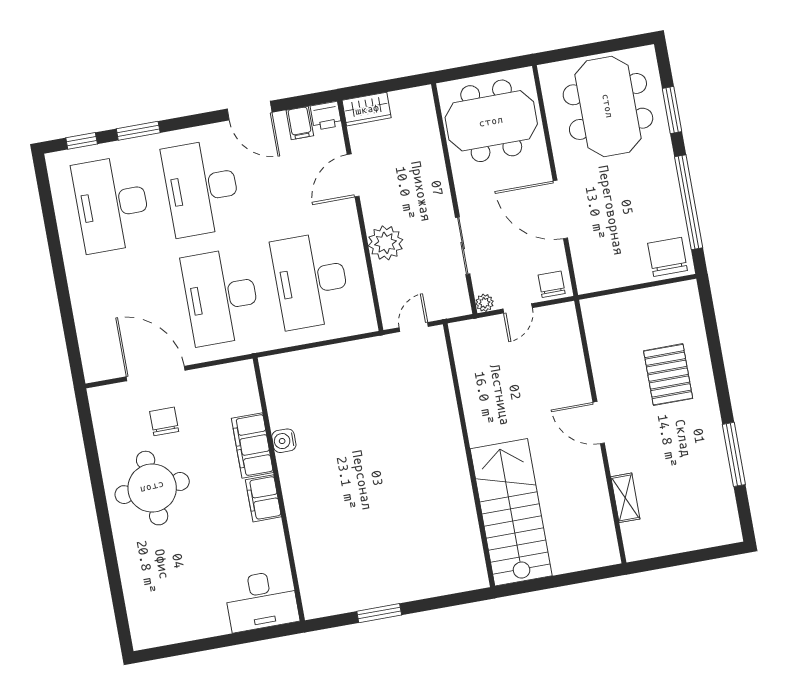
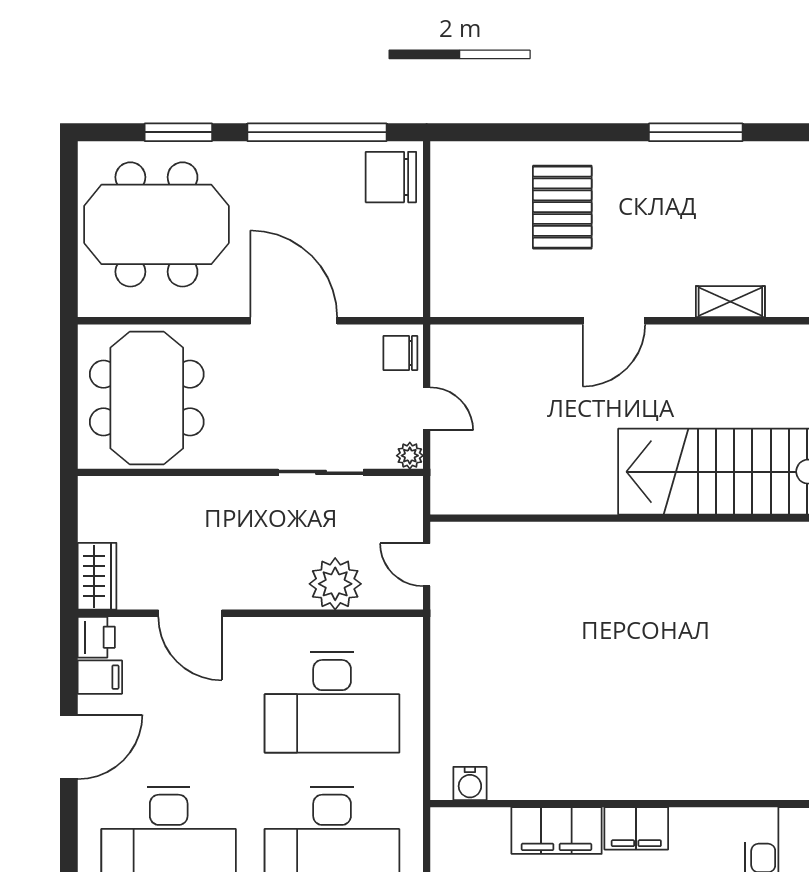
door: (560, 209) -> (294, 321), swing flipped
plant: (386, 243) -> (335, 584), moved
pallet: (668, 375) -> (562, 207), turned 90
water cooler: (284, 441) -> (470, 783), moved

